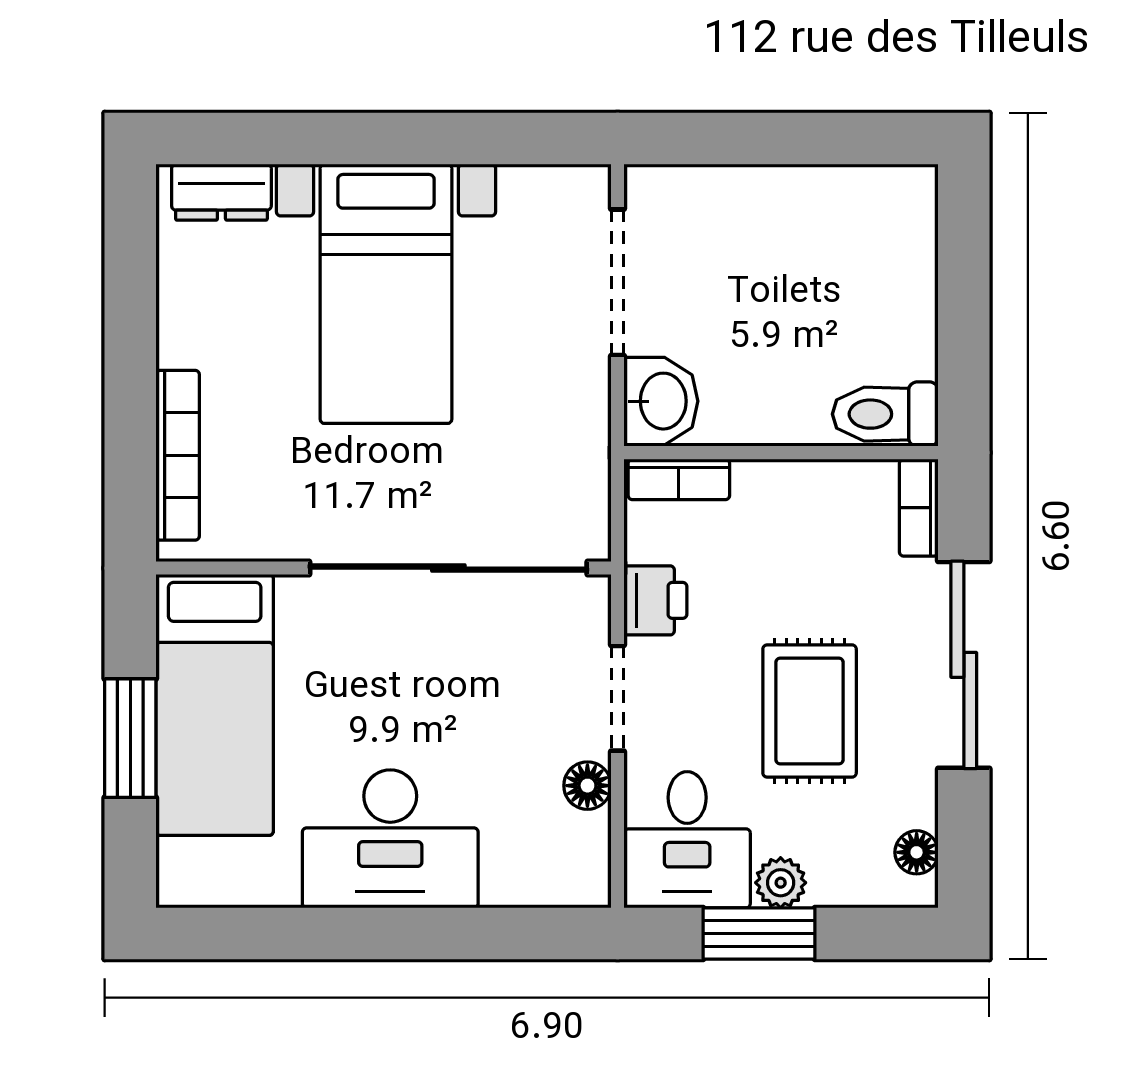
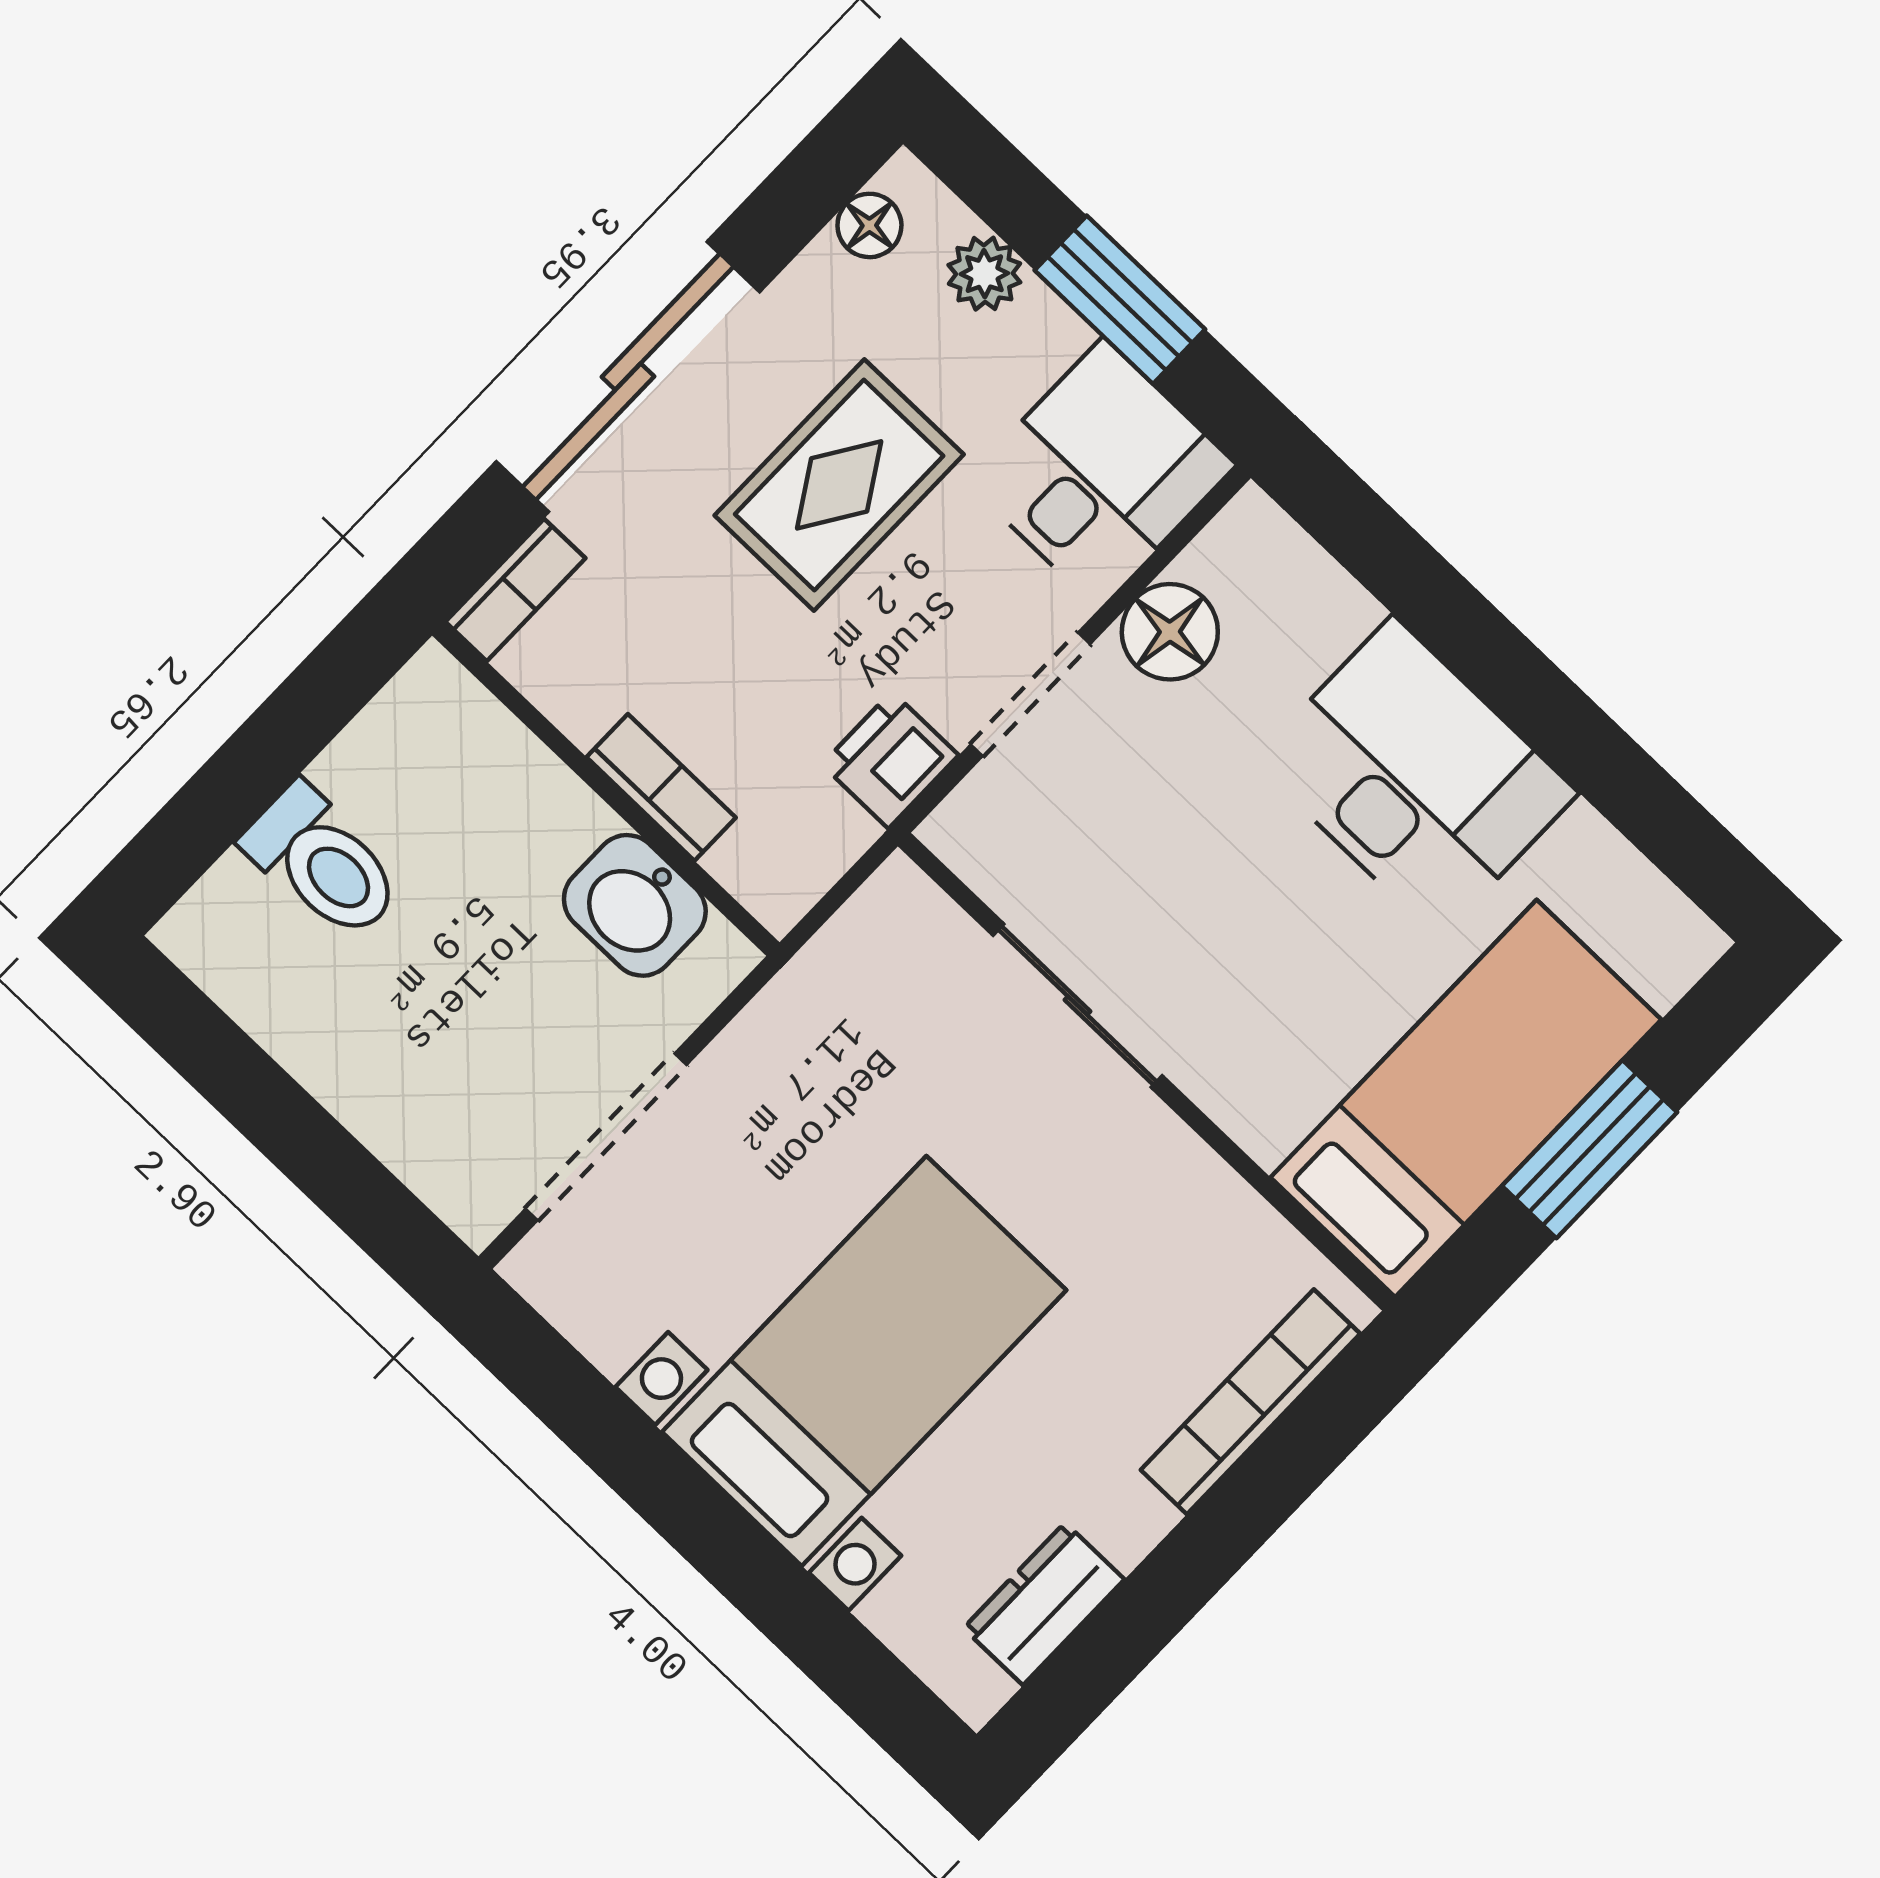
dresser: (221, 192) -> (1044, 1604), moved, turned -90
washbasin: (661, 401) -> (635, 905), moved, turned -90
toilet: (885, 414) -> (323, 862), moved
bookcase: (679, 479) -> (661, 787), moved
sliding door: (448, 568) -> (1078, 1006), width x0.54
floor lamp: (587, 786) -> (1170, 632), width x1.37, depth x1.37
plant: (781, 883) -> (984, 274), moved

